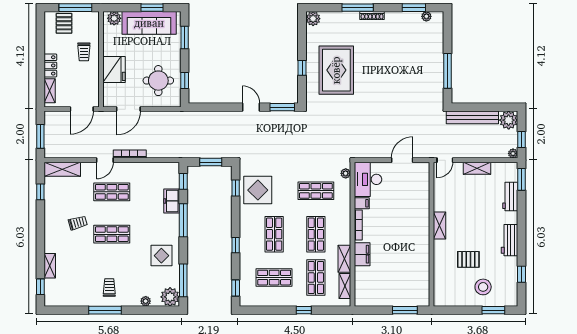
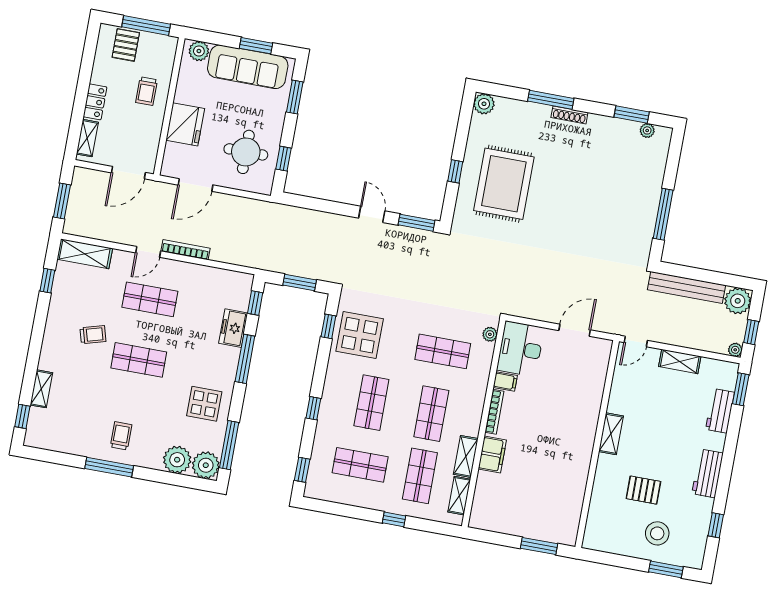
plant: (146, 301) -> (177, 460), width x1.87, depth x1.87

